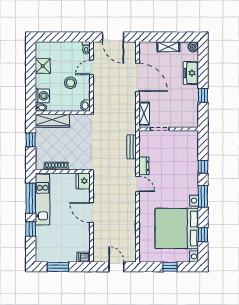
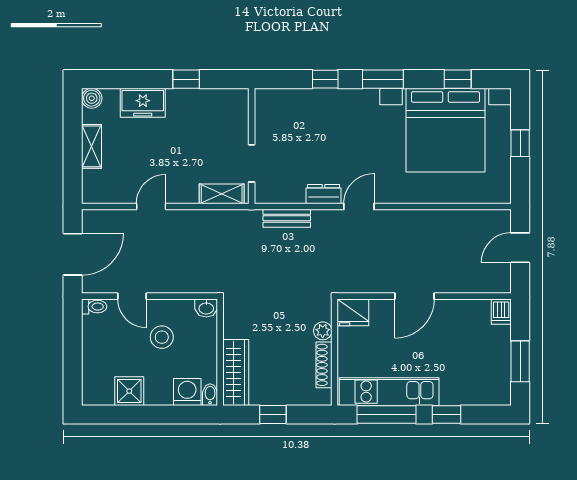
door: (138, 77) -> (151, 207), width x0.53
plant: (74, 165) -> (323, 331), added

